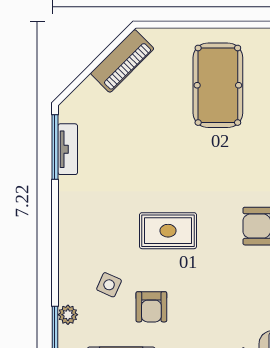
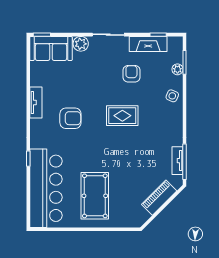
piano: (122, 61) -> (159, 198), moved
side table: (109, 285) -> (172, 96), moved

